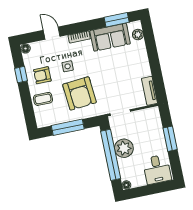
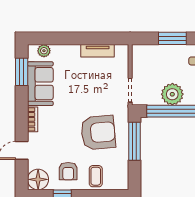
floor lamp: (25, 49) -> (38, 179), width x1.89, depth x1.89
side table: (68, 66) -> (64, 140), removed
tv unit: (150, 91) -> (98, 51), moved
window: (68, 127) -> (135, 141), moved

